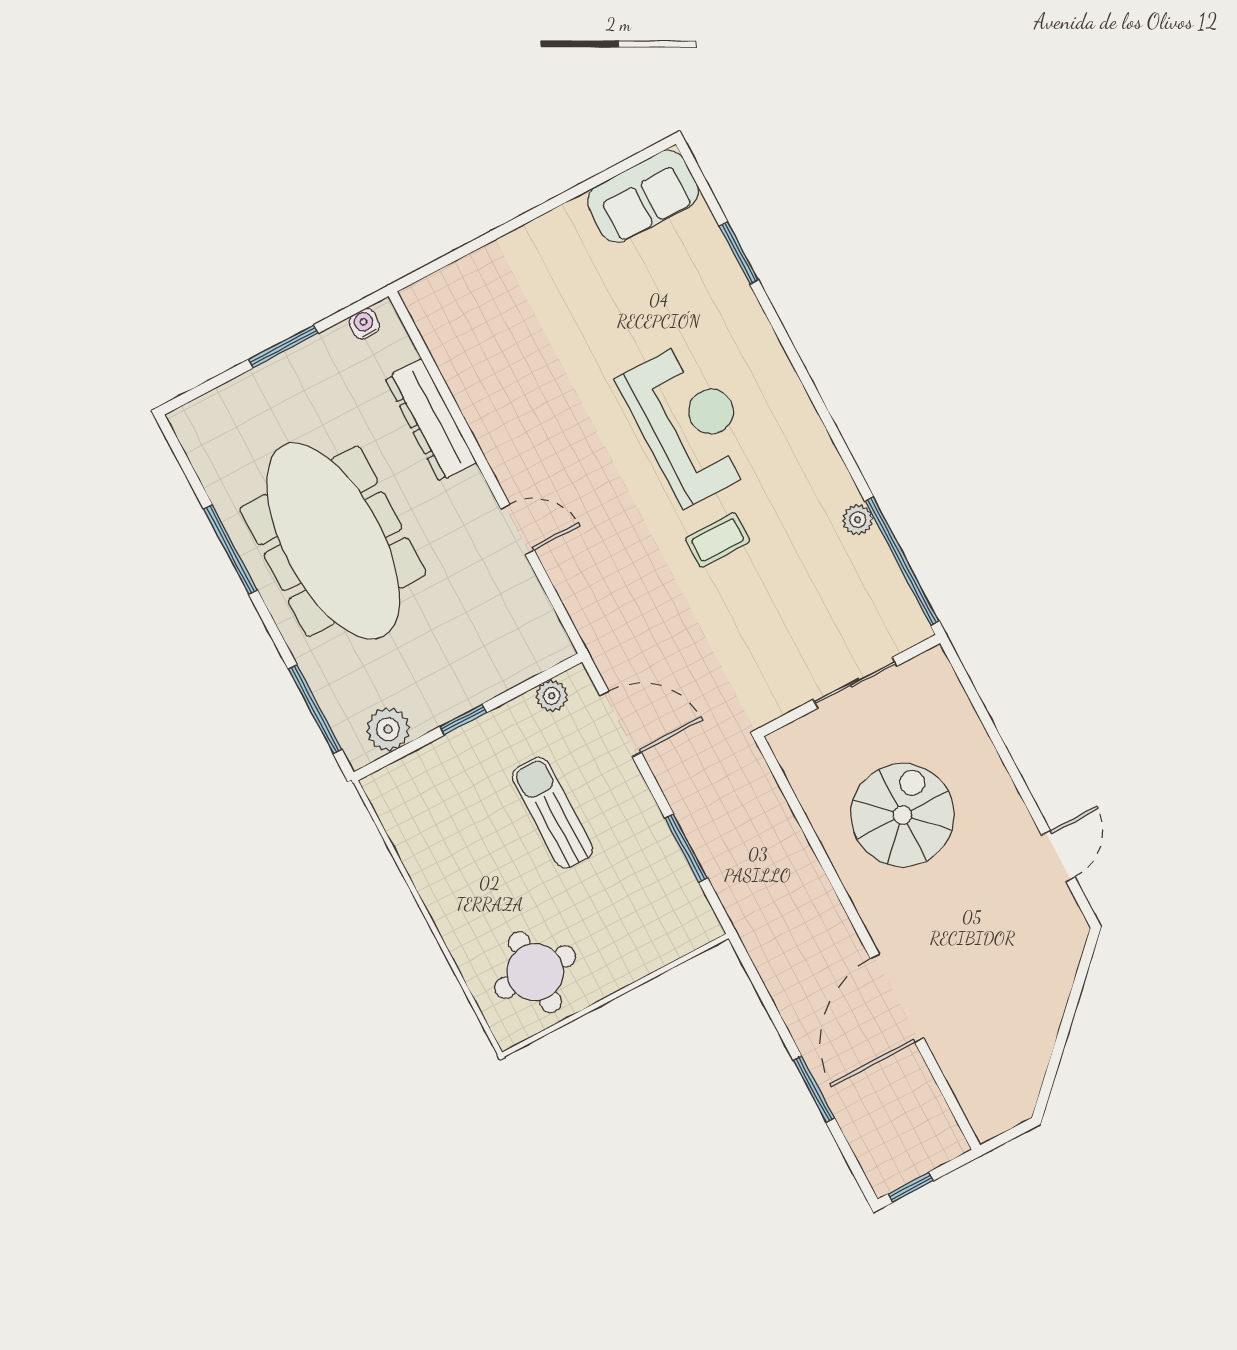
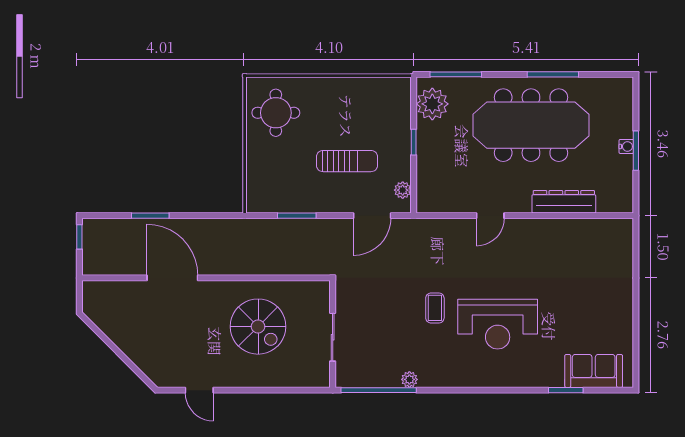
sofa: (643, 196) -> (594, 371), moved, turned 90
water cooler: (364, 324) -> (626, 146), moved
plant: (388, 729) -> (432, 104), width x1.36, depth x1.36

